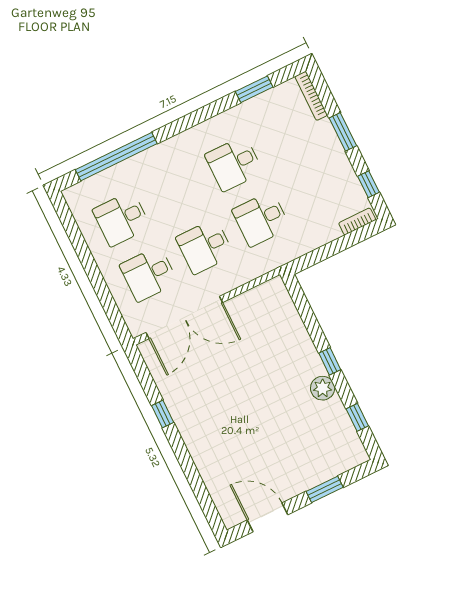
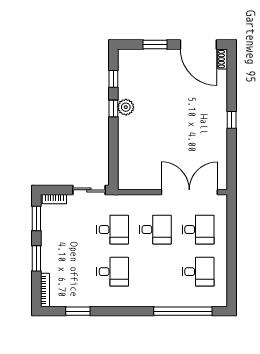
window: (368, 184) -> (36, 219), width x1.50
sliding door: (318, 256) -> (89, 190), added
window: (330, 361) -> (113, 109), moved
window: (163, 414) -> (232, 120), moved
shoe rack: (226, 514) -> (223, 59), added
door: (268, 517) -> (198, 45), width x1.36

